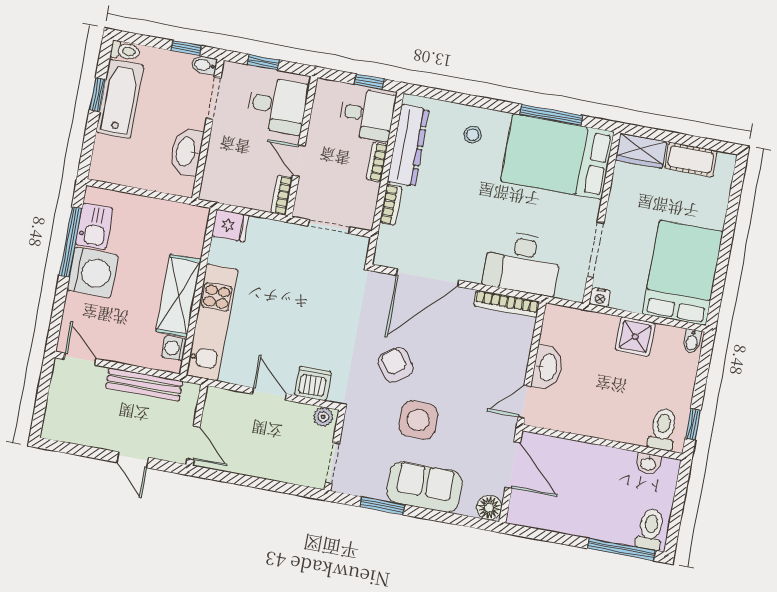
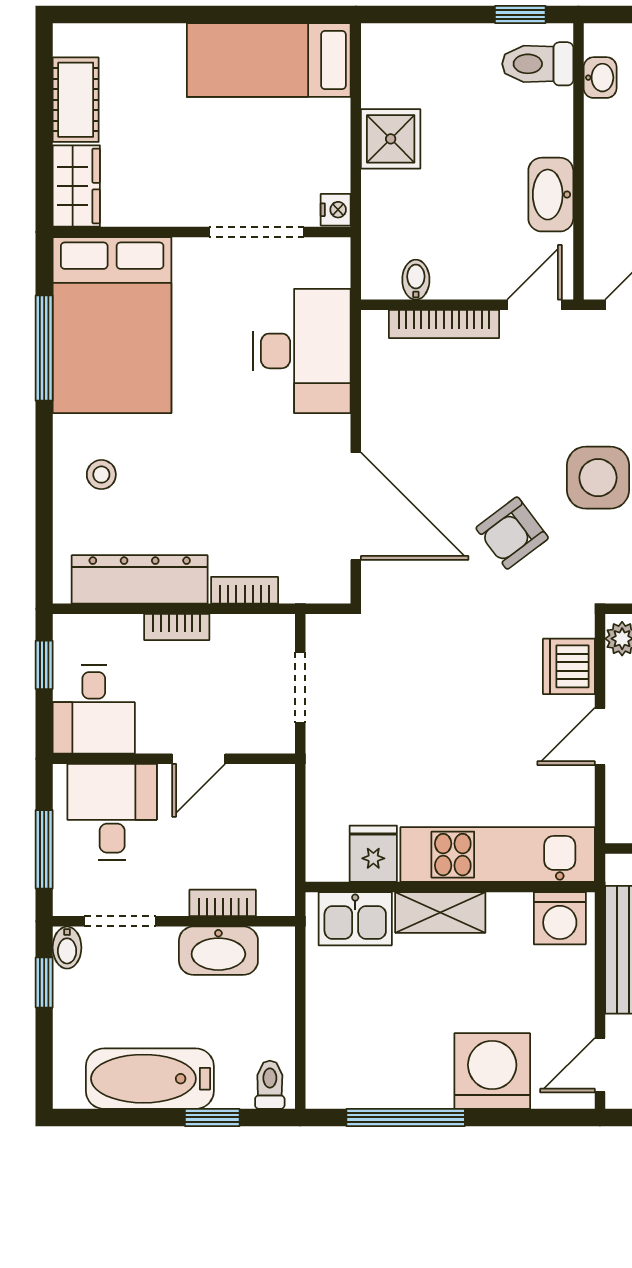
toilet: (125, 51) -> (270, 1085), moved
window: (263, 62) -> (44, 849), width x1.50
window: (98, 95) -> (212, 1117), moved
desk: (367, 114) -> (94, 709), moved, turned 180
bookcase: (282, 195) -> (223, 903), moved, turned 180
kitchen sink: (94, 226) -> (355, 919), moved, turned 180
fridge: (230, 226) -> (373, 854), moved
washing machine: (93, 272) -> (492, 1071), moved
bed: (683, 273) -> (269, 60), width x0.67
shelving: (179, 296) -> (440, 913), width x0.67, depth x0.75
bookcase: (507, 304) -> (444, 324), moved, turned 90
bidet: (692, 341) -> (416, 280), moved, turned -90
washing machine: (174, 348) -> (560, 918), width x1.38, depth x1.38
washbasin: (547, 367) -> (551, 195), moved, turned -90
door: (524, 402) -> (534, 305), swing flipped

